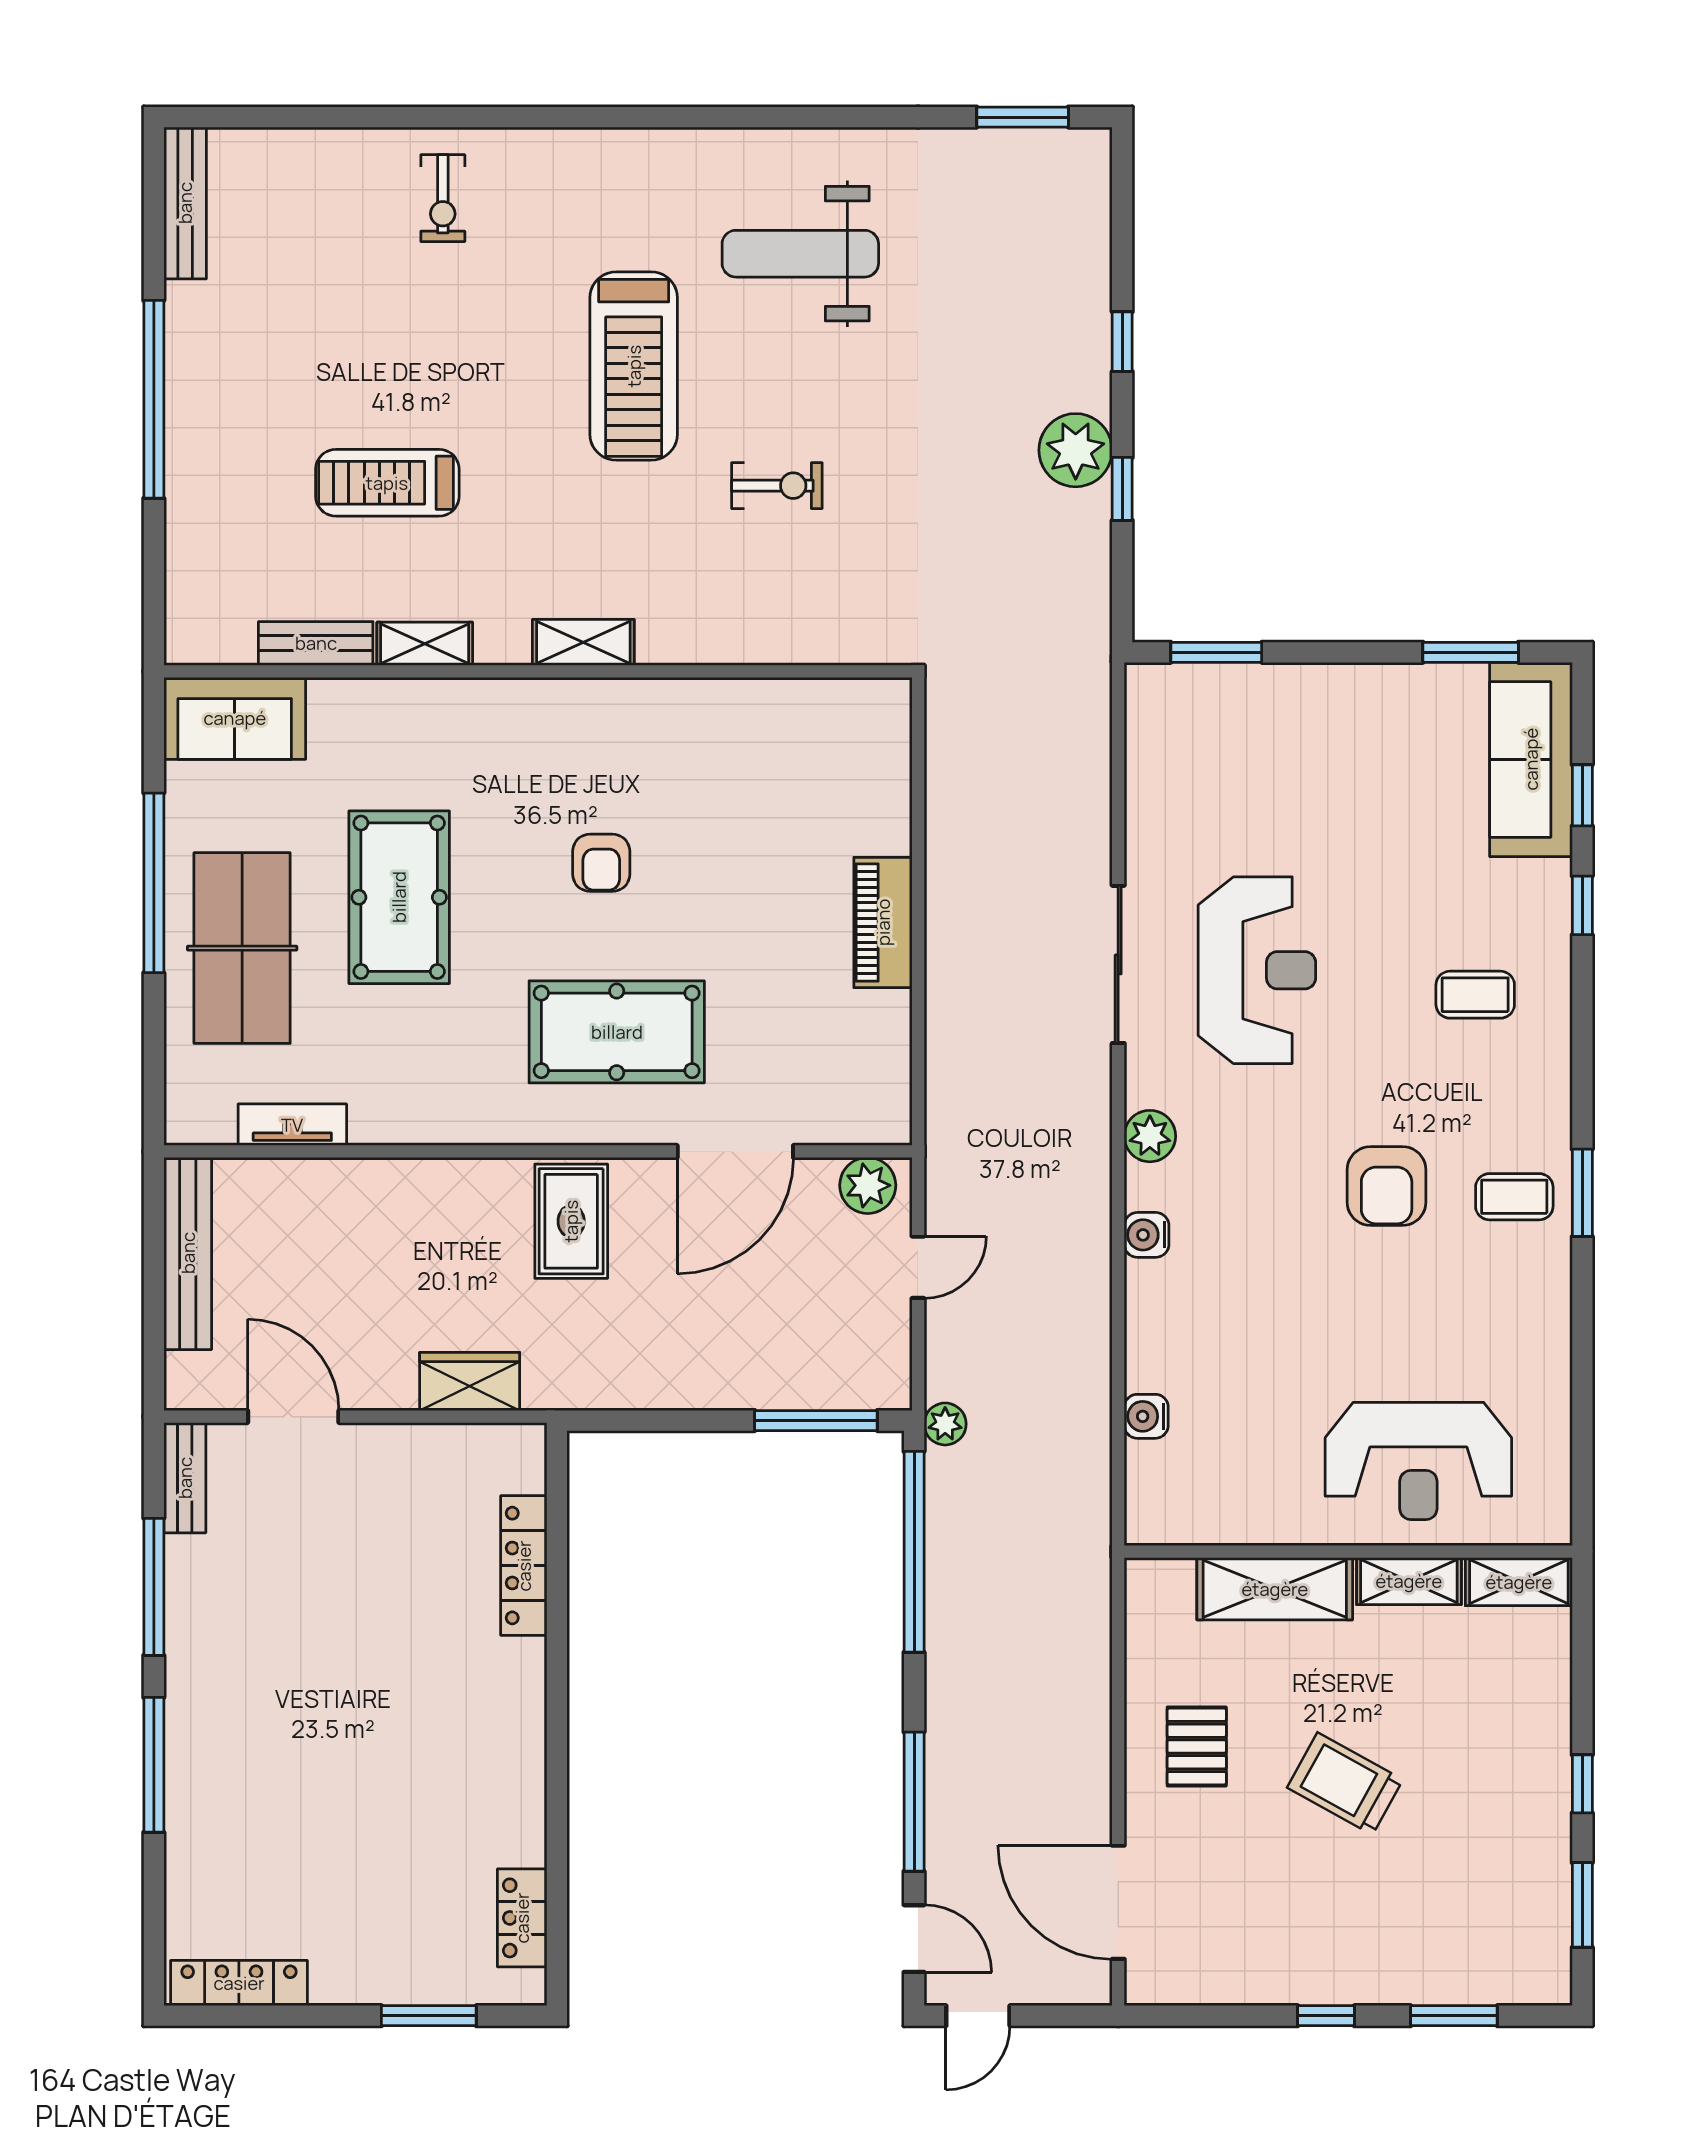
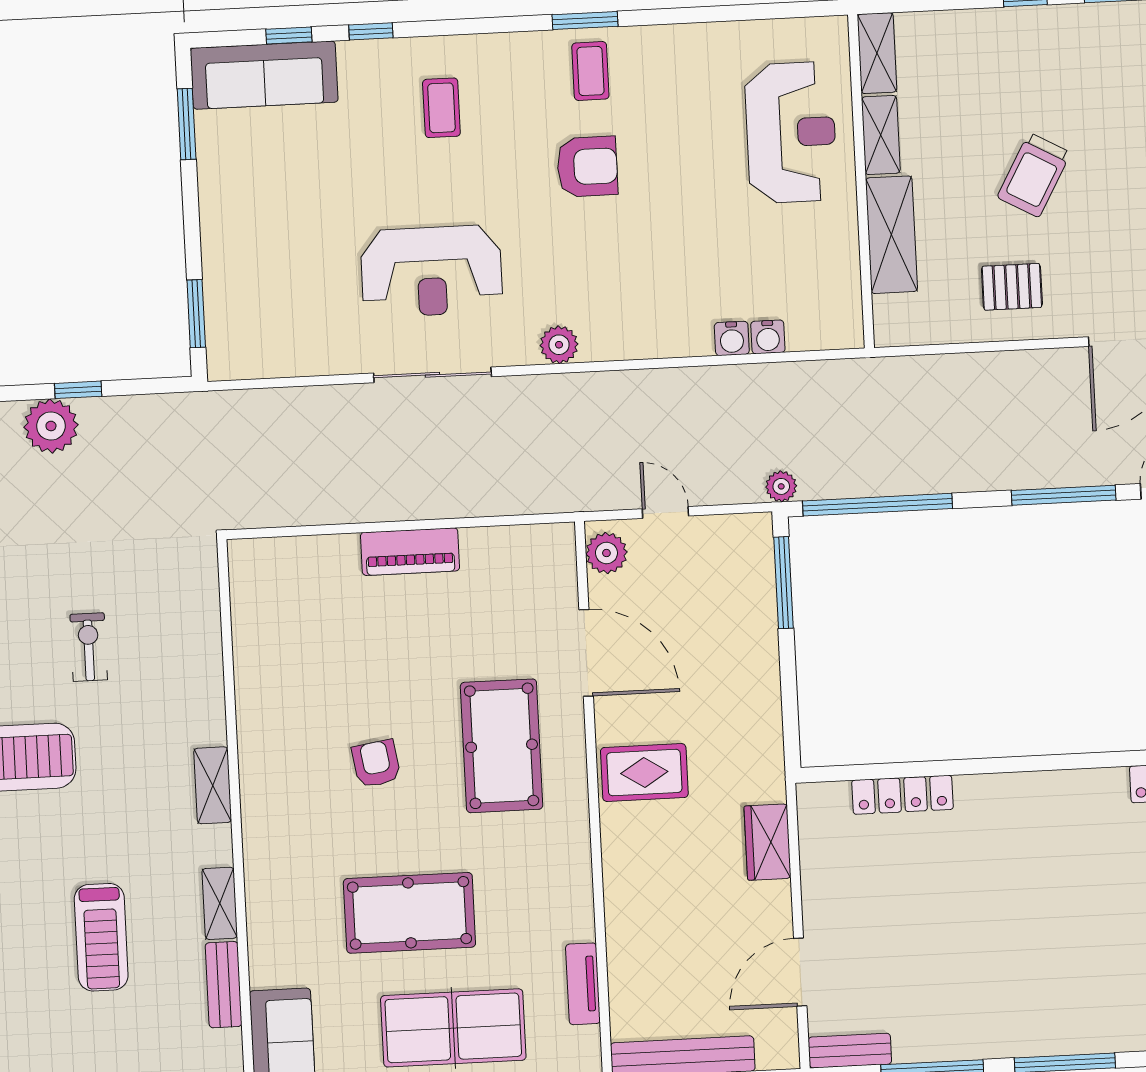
armchair: (601, 863) -> (376, 764), turned -99
reception desk: (1257, 970) -> (431, 271), turned 180
water cooler: (1147, 1235) -> (732, 338), moved

